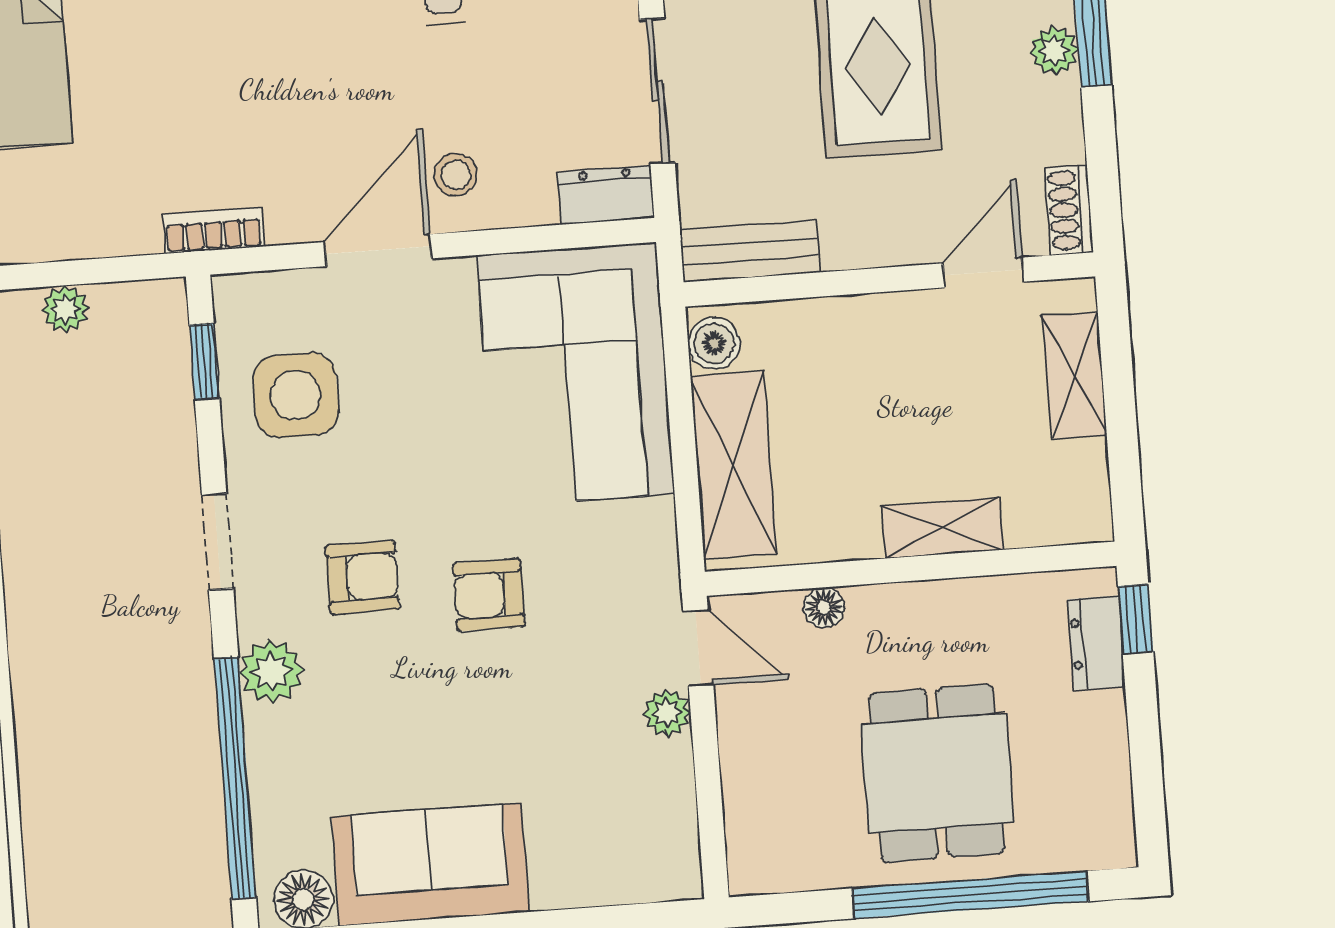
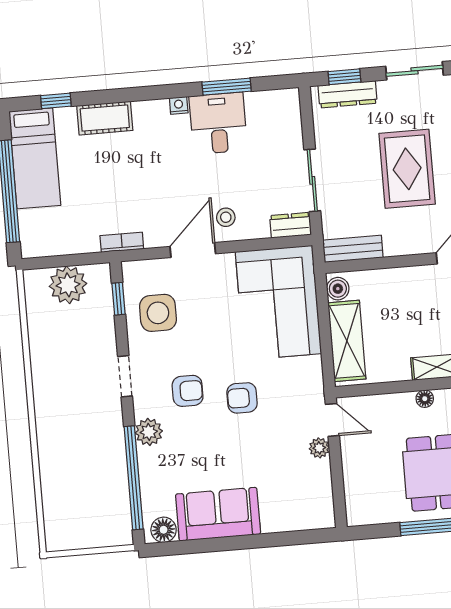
plant: (65, 309) -> (68, 285), width x1.88, depth x1.88
floor lamp: (824, 608) -> (425, 399), moved

